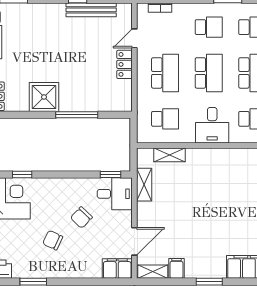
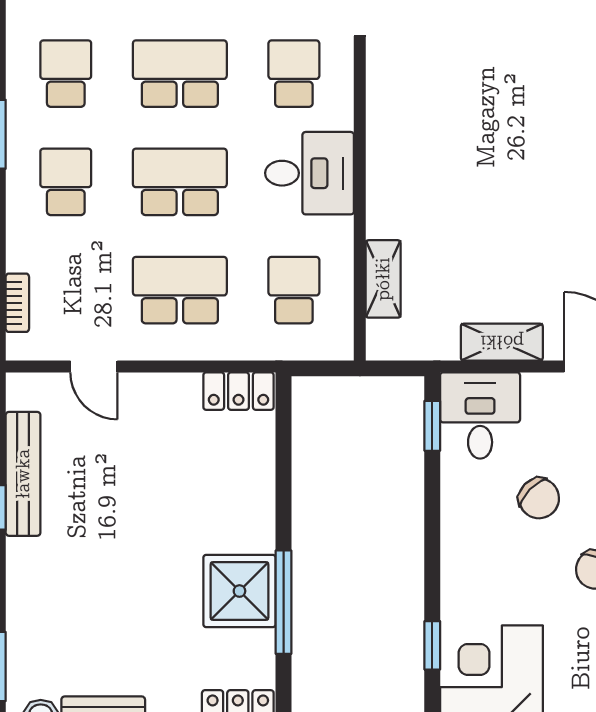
locker: (124, 64) -> (239, 391), moved
window: (77, 115) -> (284, 602), moved
shelving: (144, 185) -> (502, 342), moved

